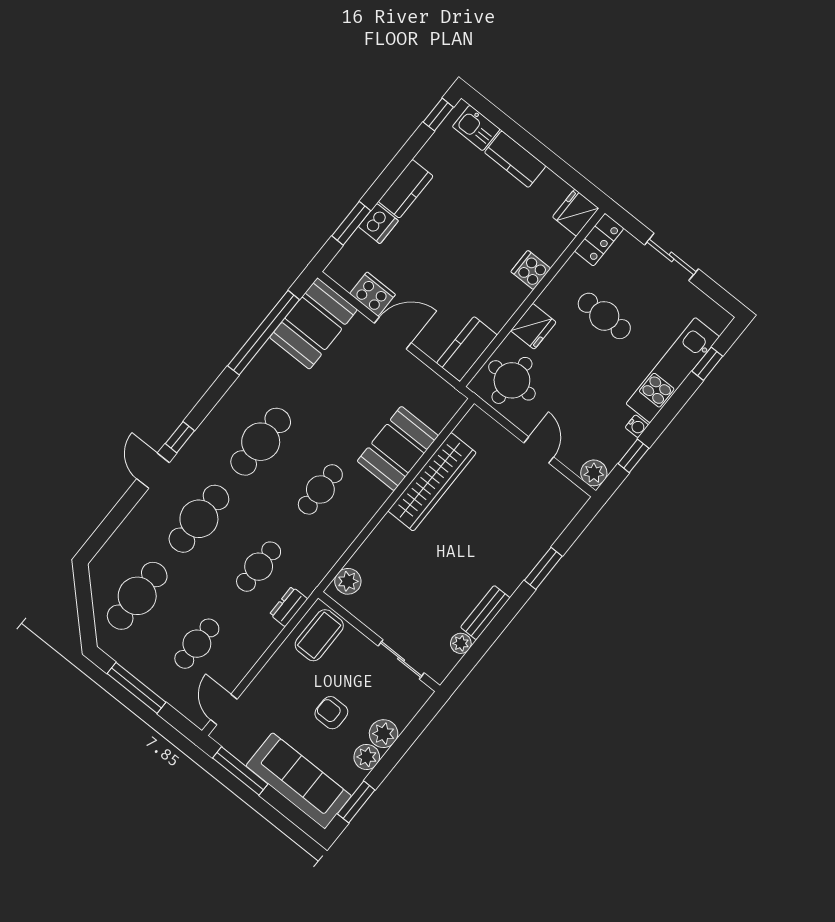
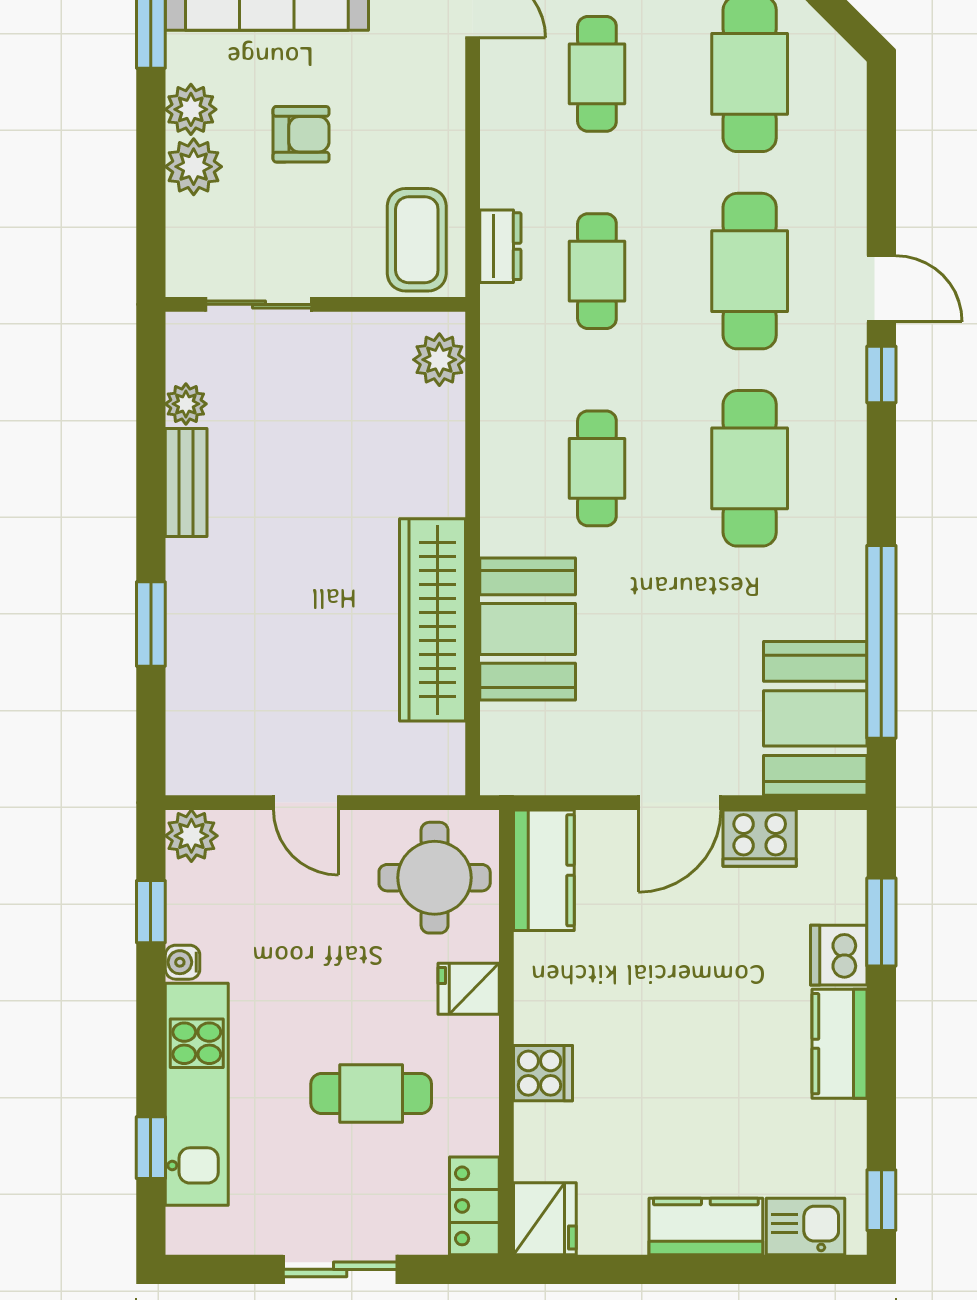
fridge: (533, 326) -> (469, 989), width x0.72

